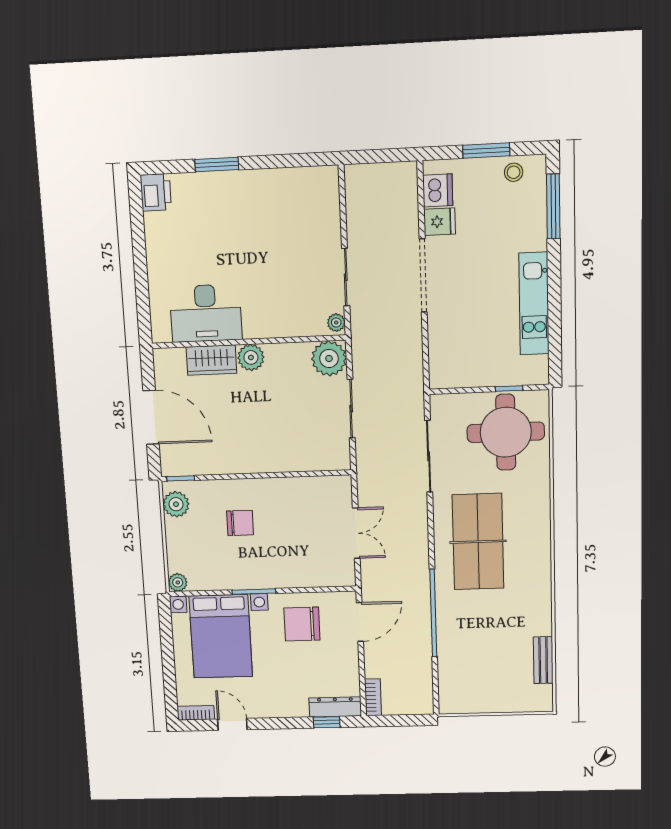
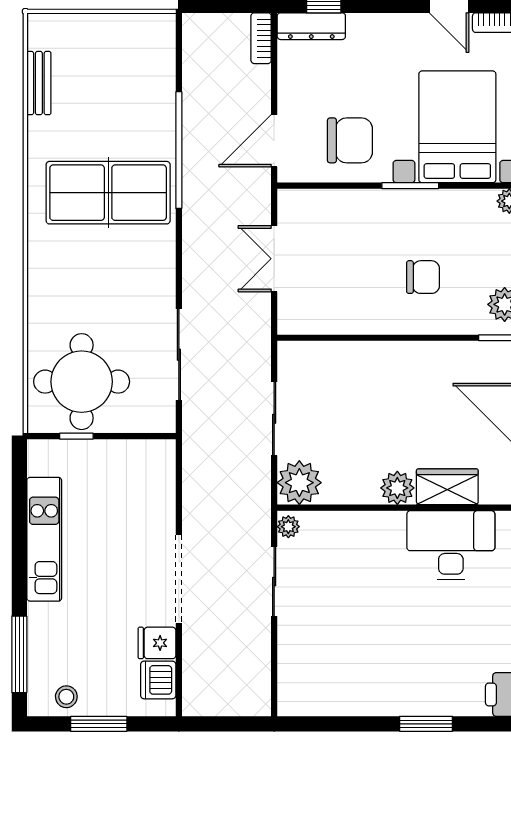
chair: (240, 523) -> (423, 277), turned 180
table tennis table: (478, 542) -> (108, 193), moved, turned 90

